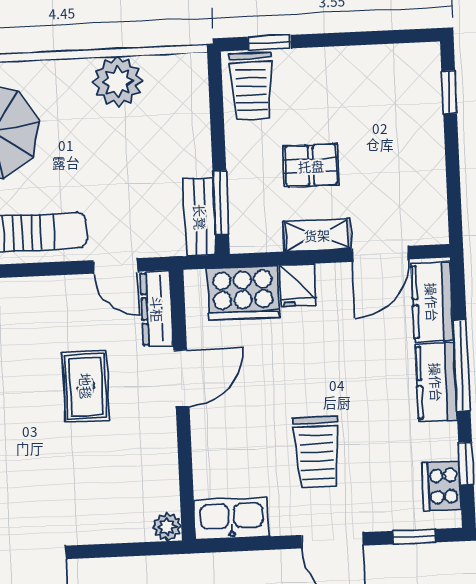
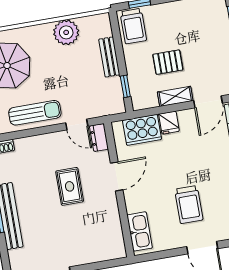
window: (221, 203) -> (125, 86), width x0.67
bench: (200, 217) -> (109, 57), moved
dresser: (157, 309) -> (99, 137), width x0.70
kitchen sink: (232, 519) -> (140, 231), moved, turned 90
plant: (167, 527) -> (119, 251), removed

